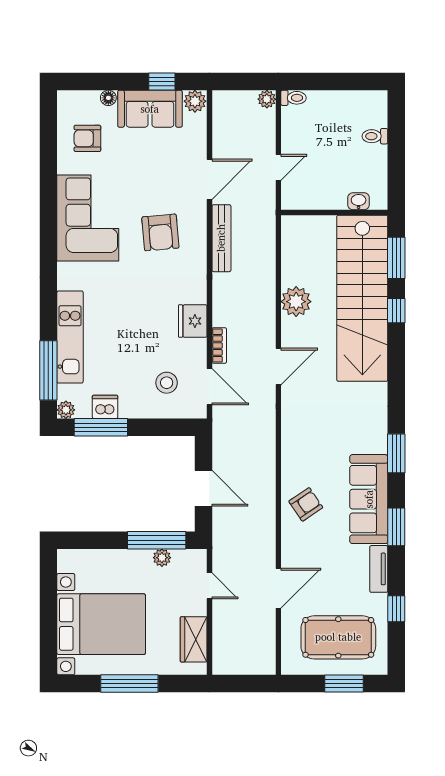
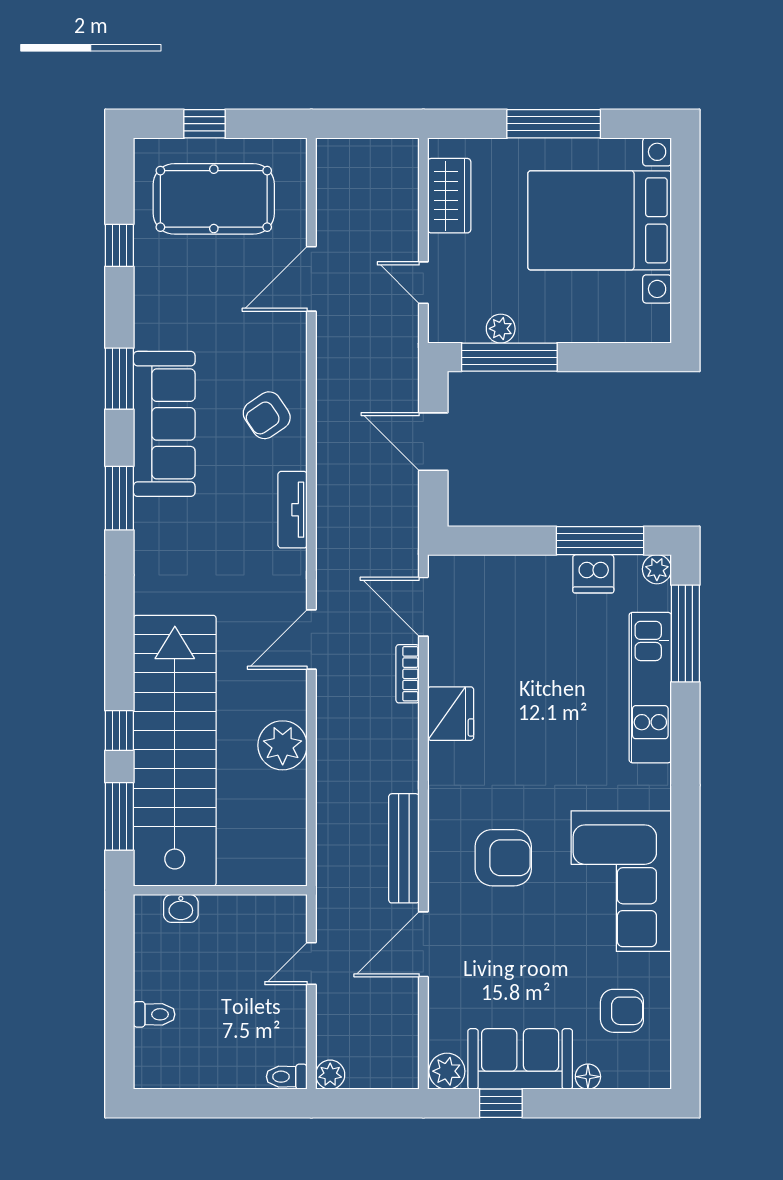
armchair: (160, 232) -> (503, 858), turned 95
stool: (167, 383) -> (493, 613), removed
tv unit: (379, 569) -> (293, 510), moved, turned 180
window: (344, 684) -> (205, 124), width x0.67

